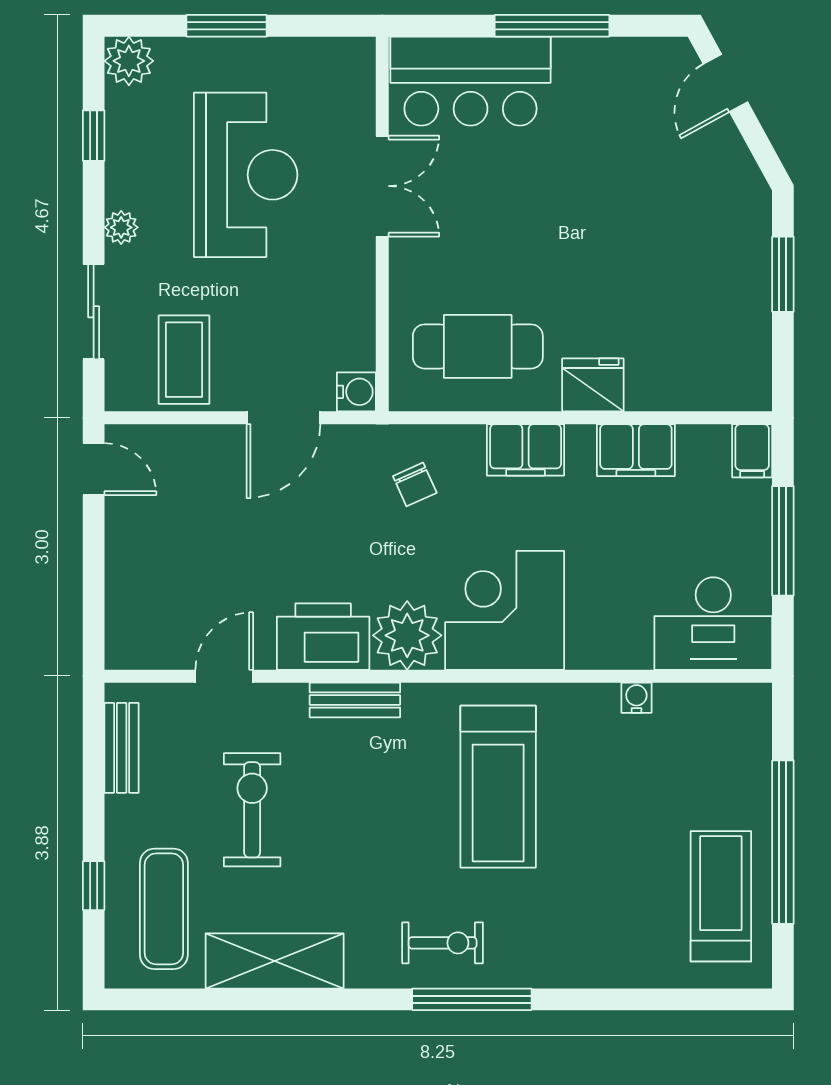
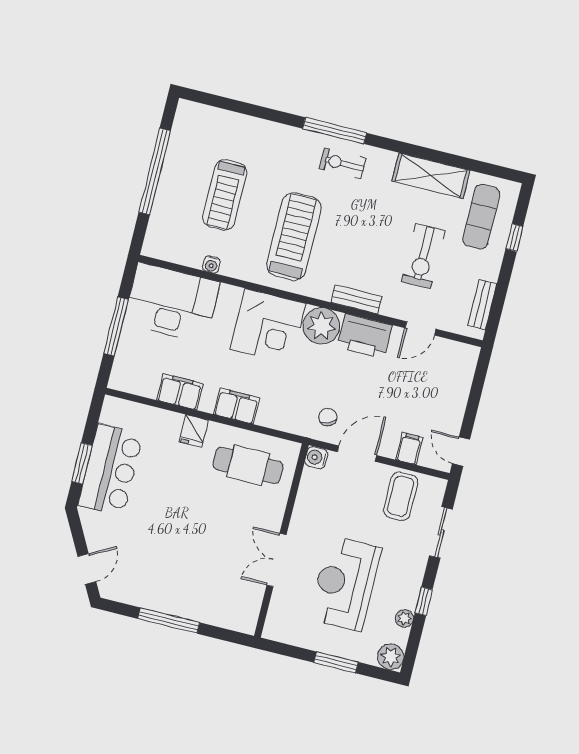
bar counter: (471, 81) -> (111, 470), moved, turned 90
window: (94, 136) -> (424, 601), moved
plant: (121, 227) -> (404, 618), moved
fridge: (593, 385) -> (194, 431), width x0.72
filing cabinet: (752, 451) -> (409, 449), moved
chair: (415, 484) -> (328, 417), moved
desk: (713, 624) -> (172, 303), width x1.36, depth x1.30
treadmill: (721, 896) -> (225, 195), moved

